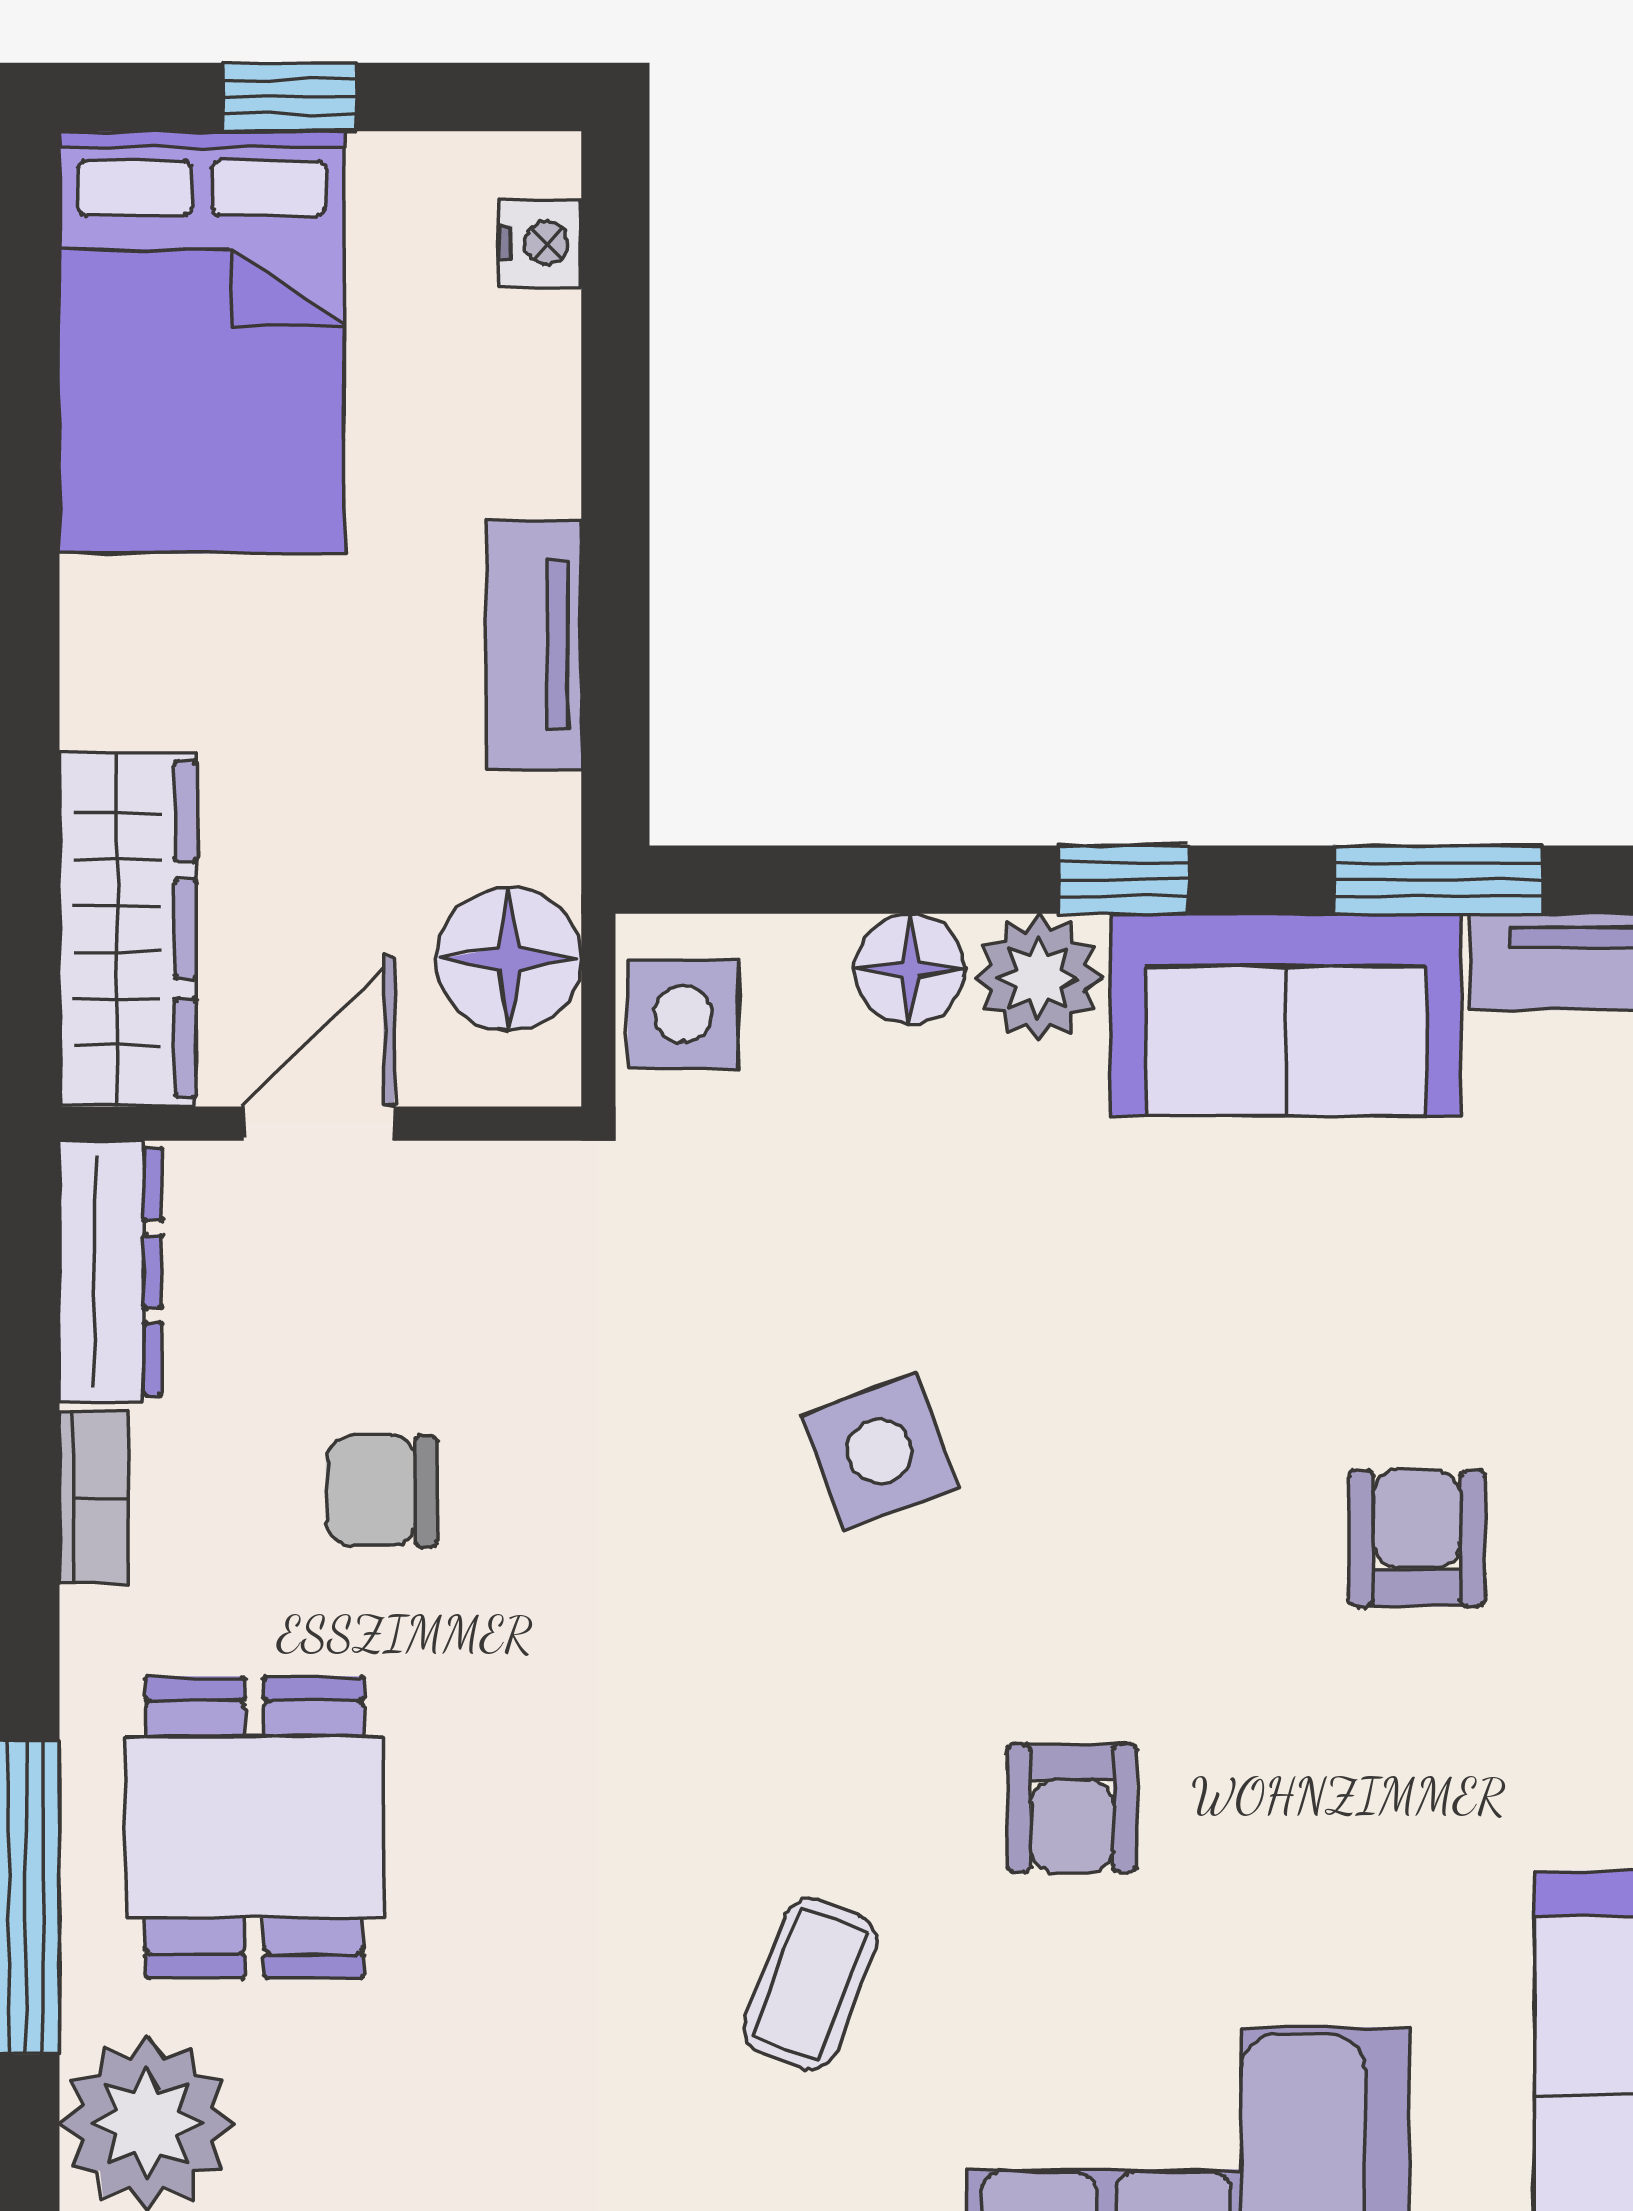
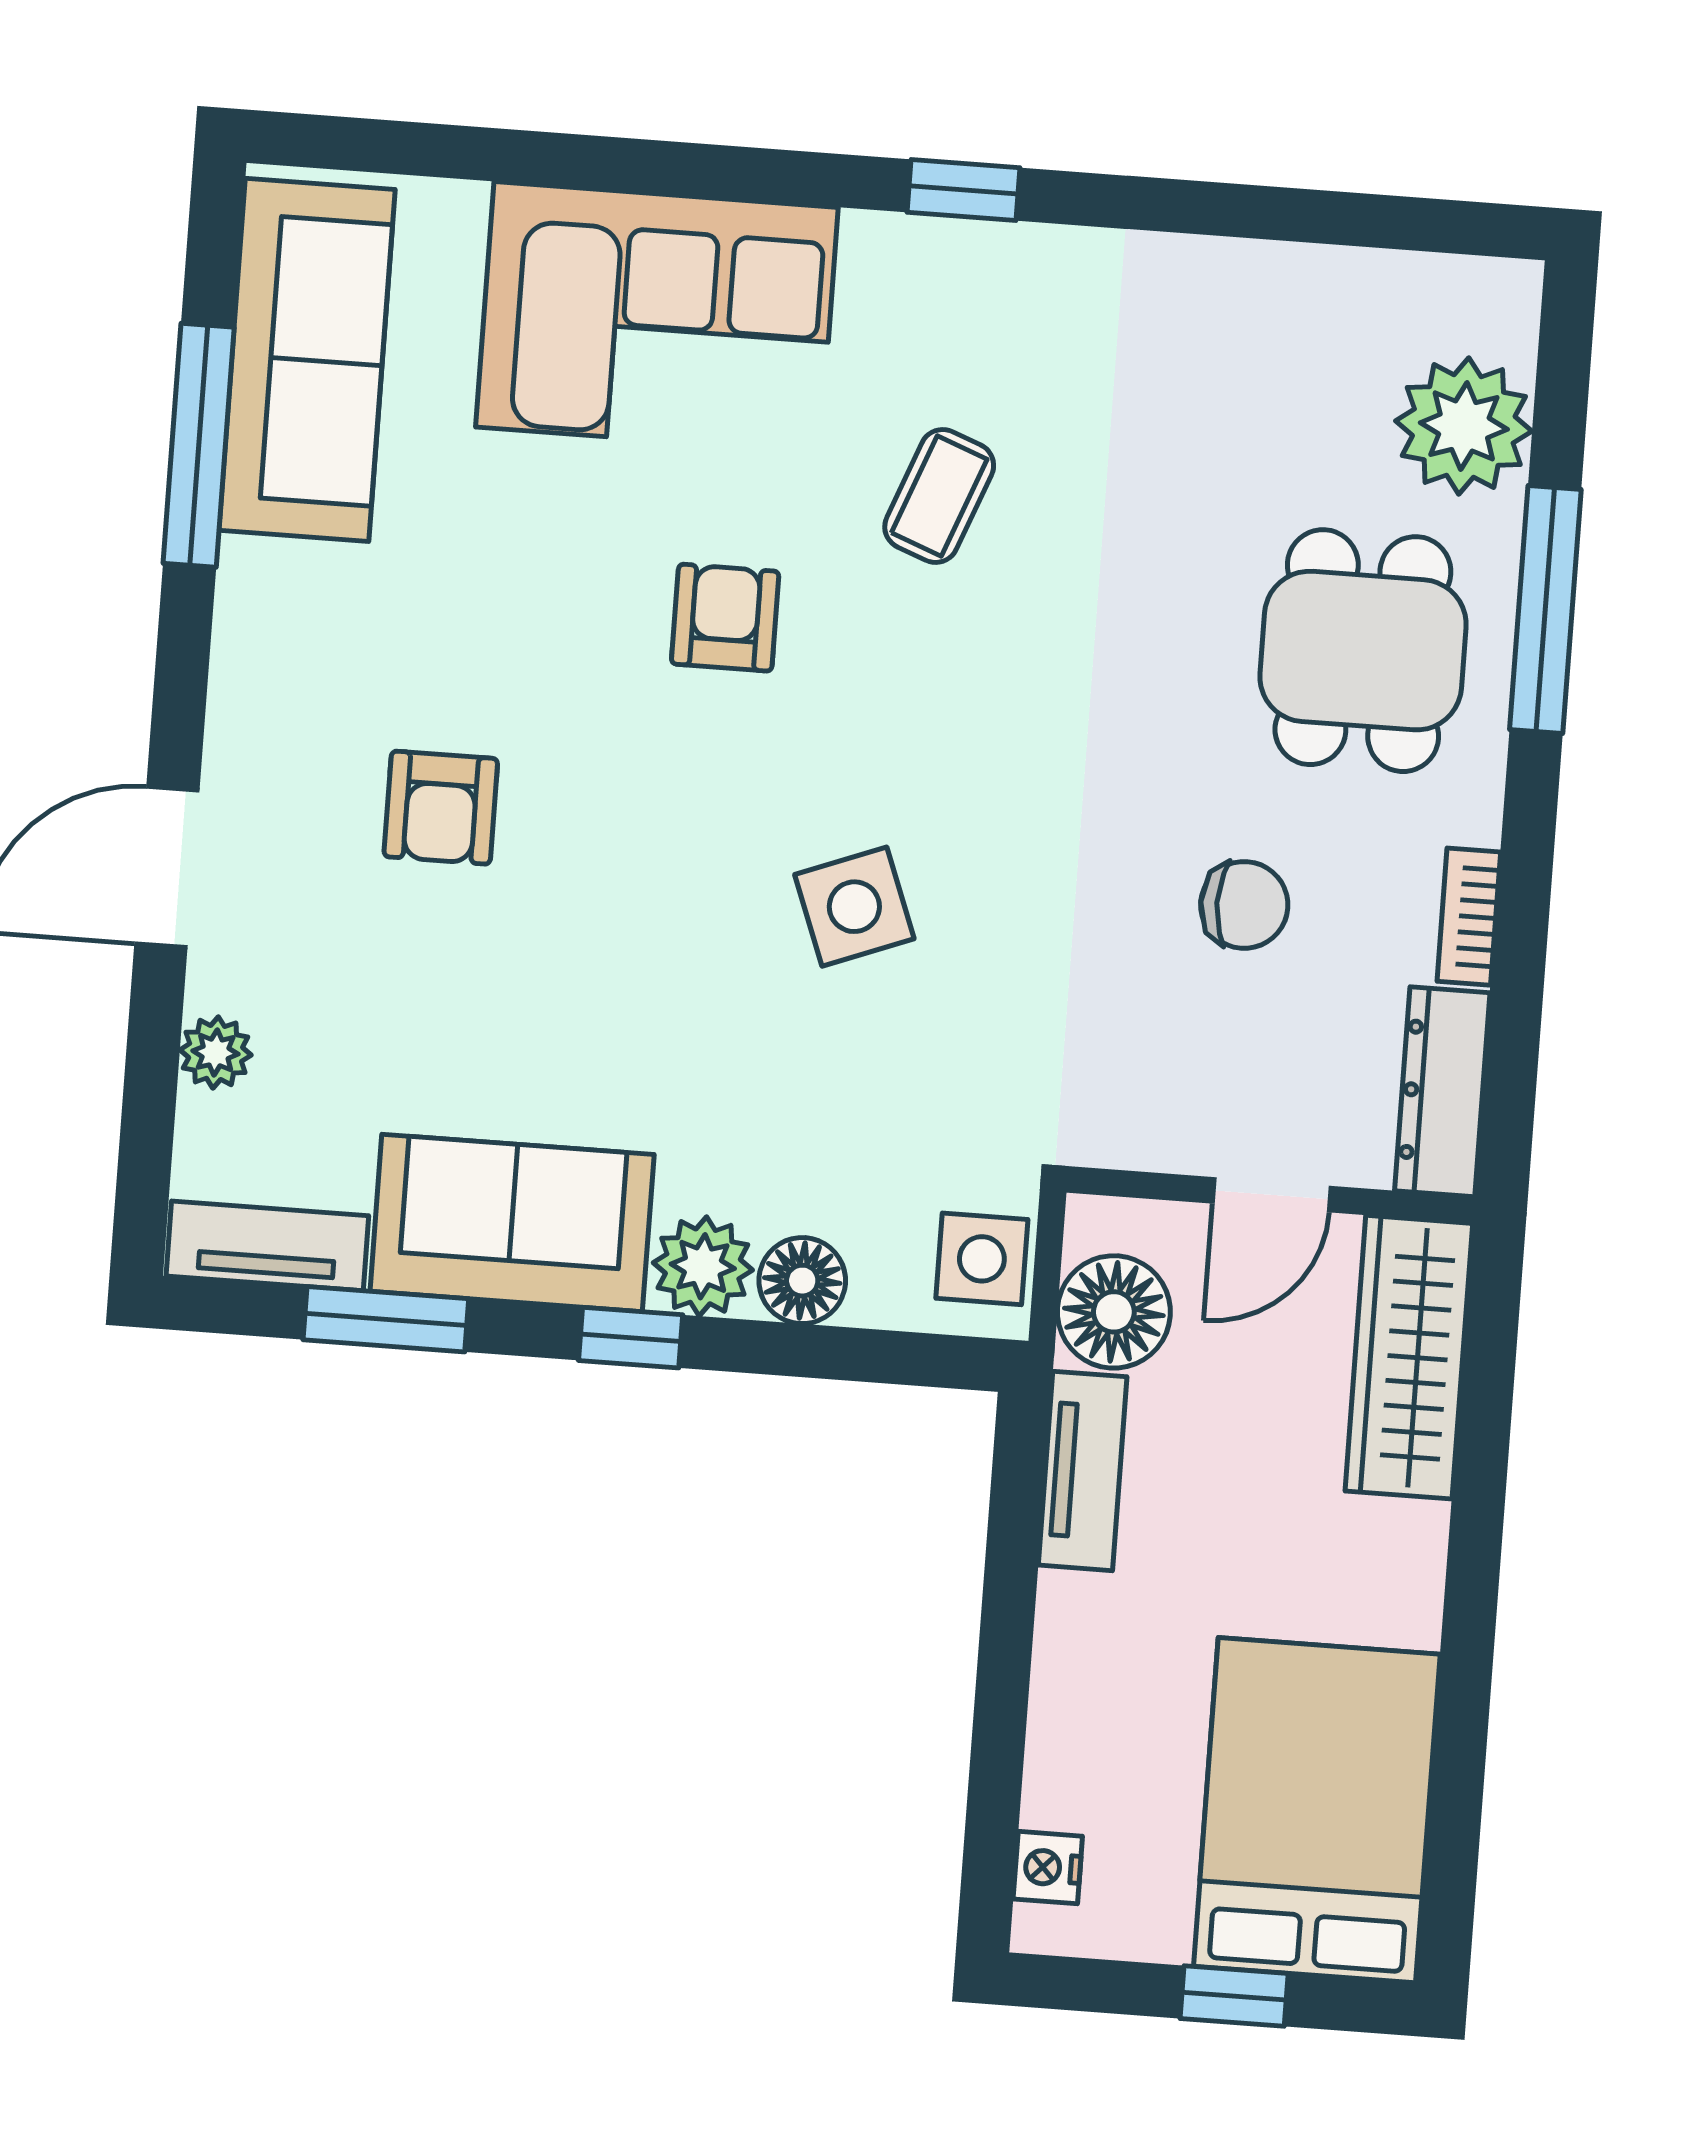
tv unit: (534, 645) -> (1083, 1471), moved

